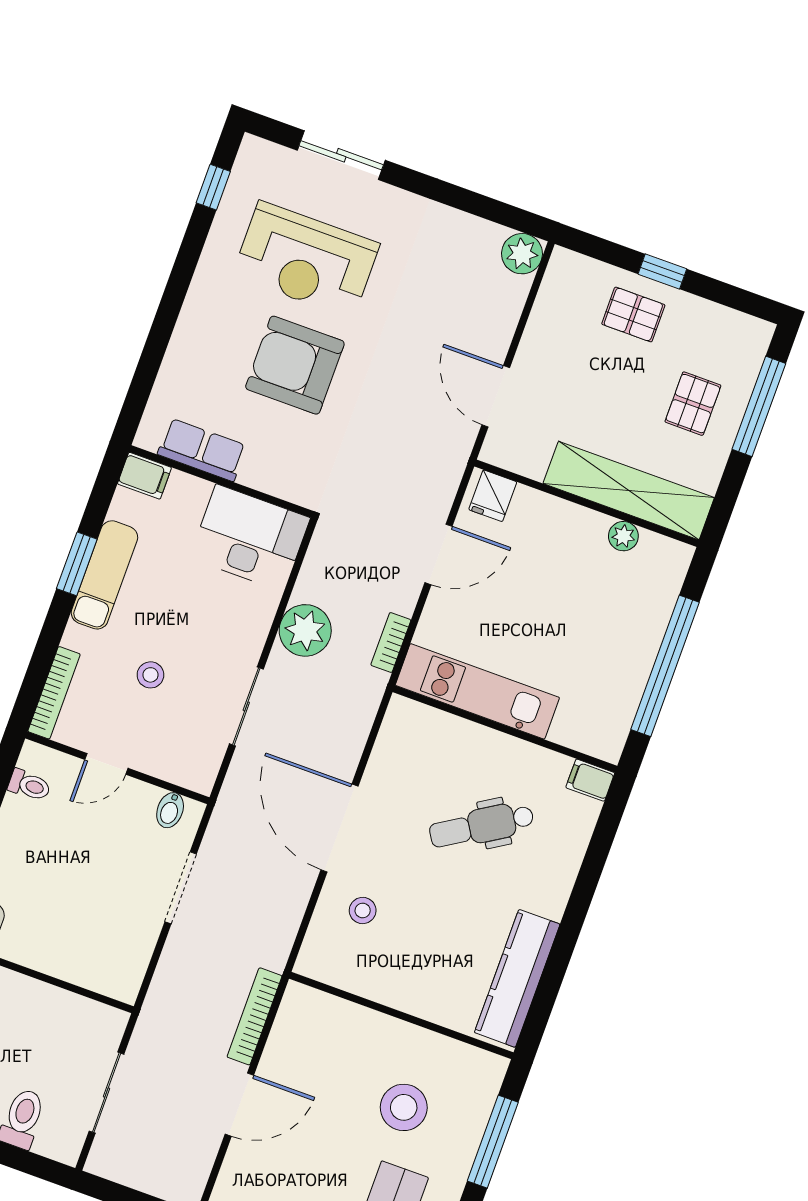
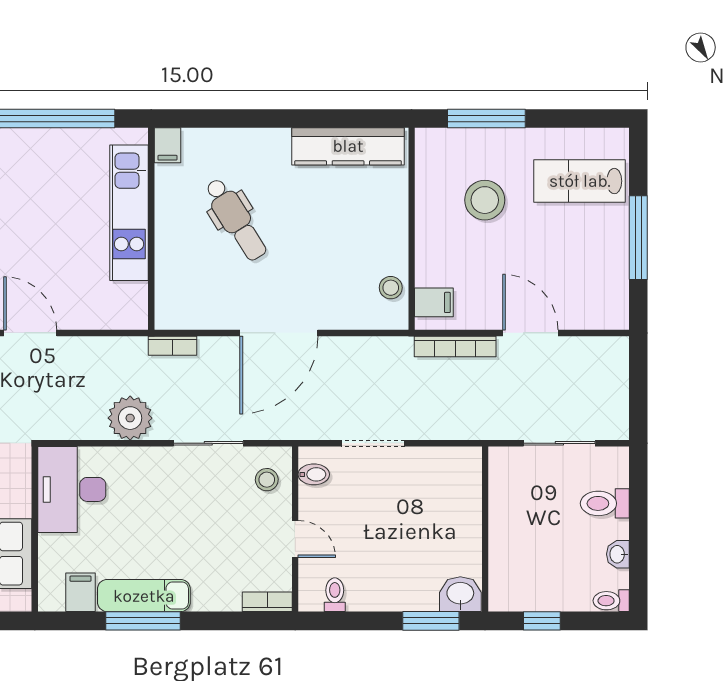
filing cabinet: (144, 476) -> (81, 592), moved
window: (77, 564) -> (143, 621), width x1.44
bookcase: (391, 642) -> (172, 346), moved
stool: (150, 675) -> (267, 480), moved
kitchen unit: (477, 691) -> (129, 213), moved
bookcase: (54, 693) -> (267, 602), width x0.64
stool: (363, 910) -> (391, 288), moved
filing cabinet: (311, 1011) -> (434, 302), added

